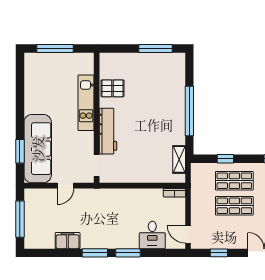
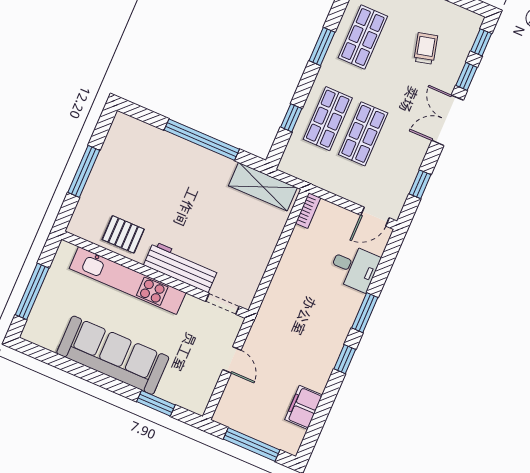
window: (155, 49) -> (84, 171), moved
pallet: (113, 88) -> (123, 234), turned 90
kitchen unit: (86, 103) -> (128, 281), width x1.36
sofa: (38, 149) -> (113, 355), moved
shelving: (179, 159) -> (263, 187), width x1.50, depth x1.33
filing cabinet: (68, 241) -> (304, 407), moved
window: (95, 253) -> (345, 359), width x0.67

